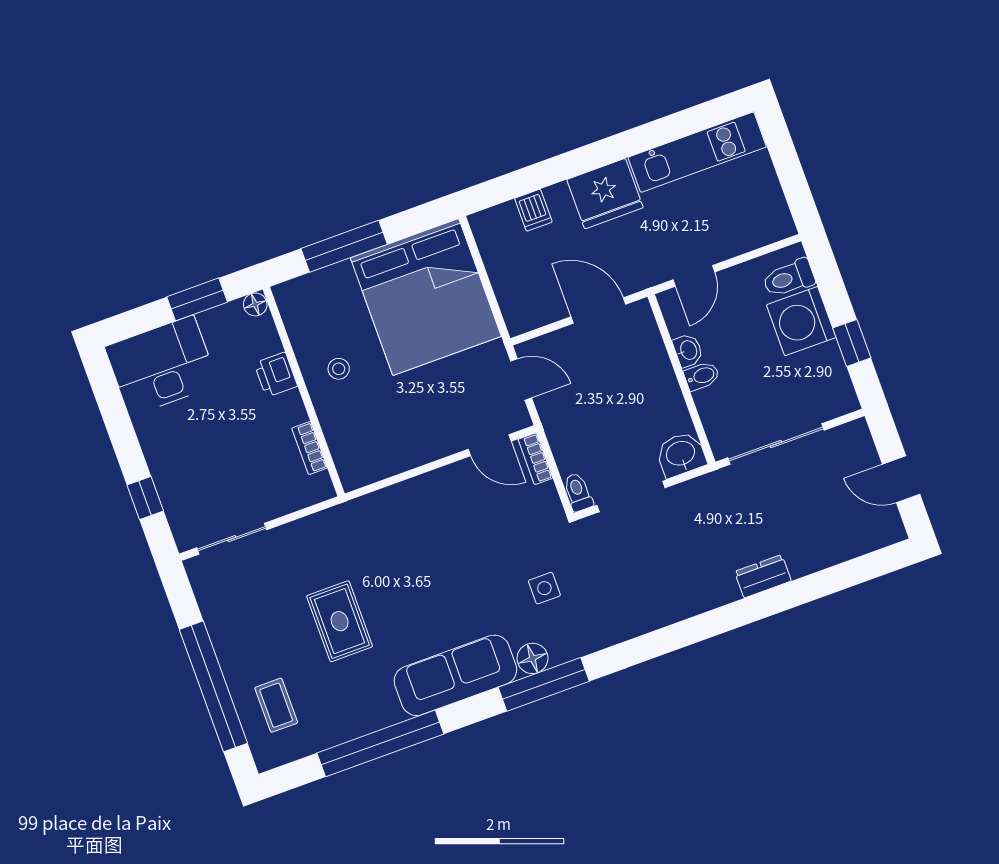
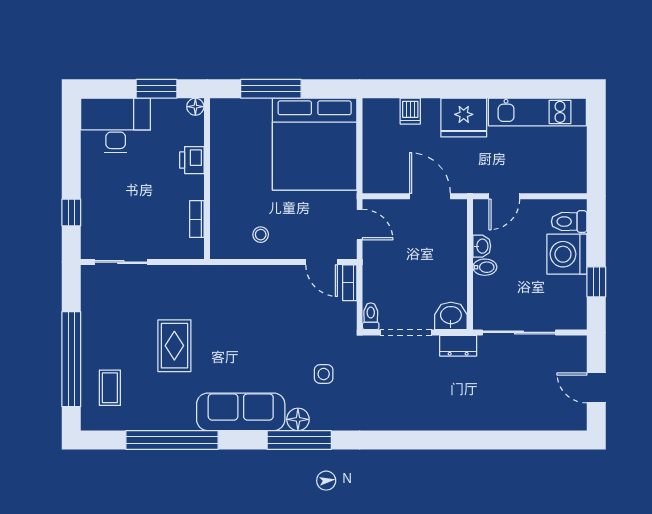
stool: (339, 369) -> (261, 235), moved
dresser: (763, 576) -> (458, 346), moved, turned 180

